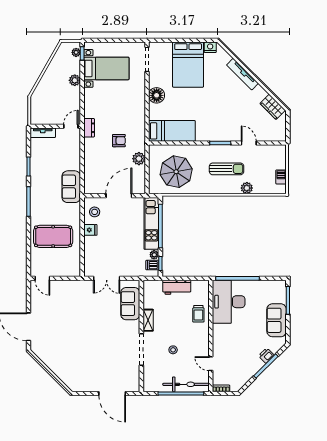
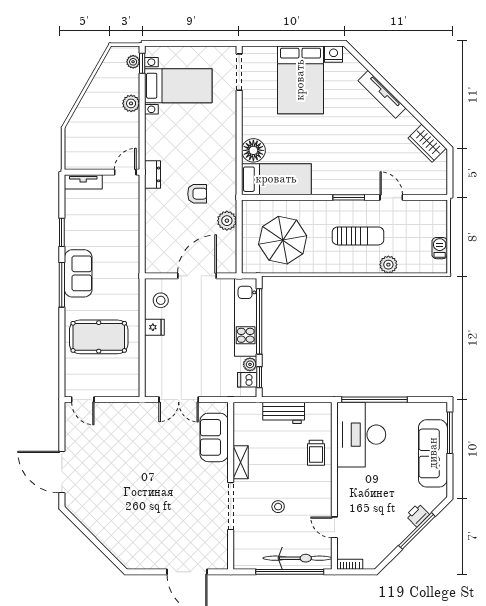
floor lamp: (157, 95) -> (253, 150), moved
sofa: (71, 187) -> (78, 273), moved, turned 180
sofa: (277, 320) -> (433, 453), width x1.36

